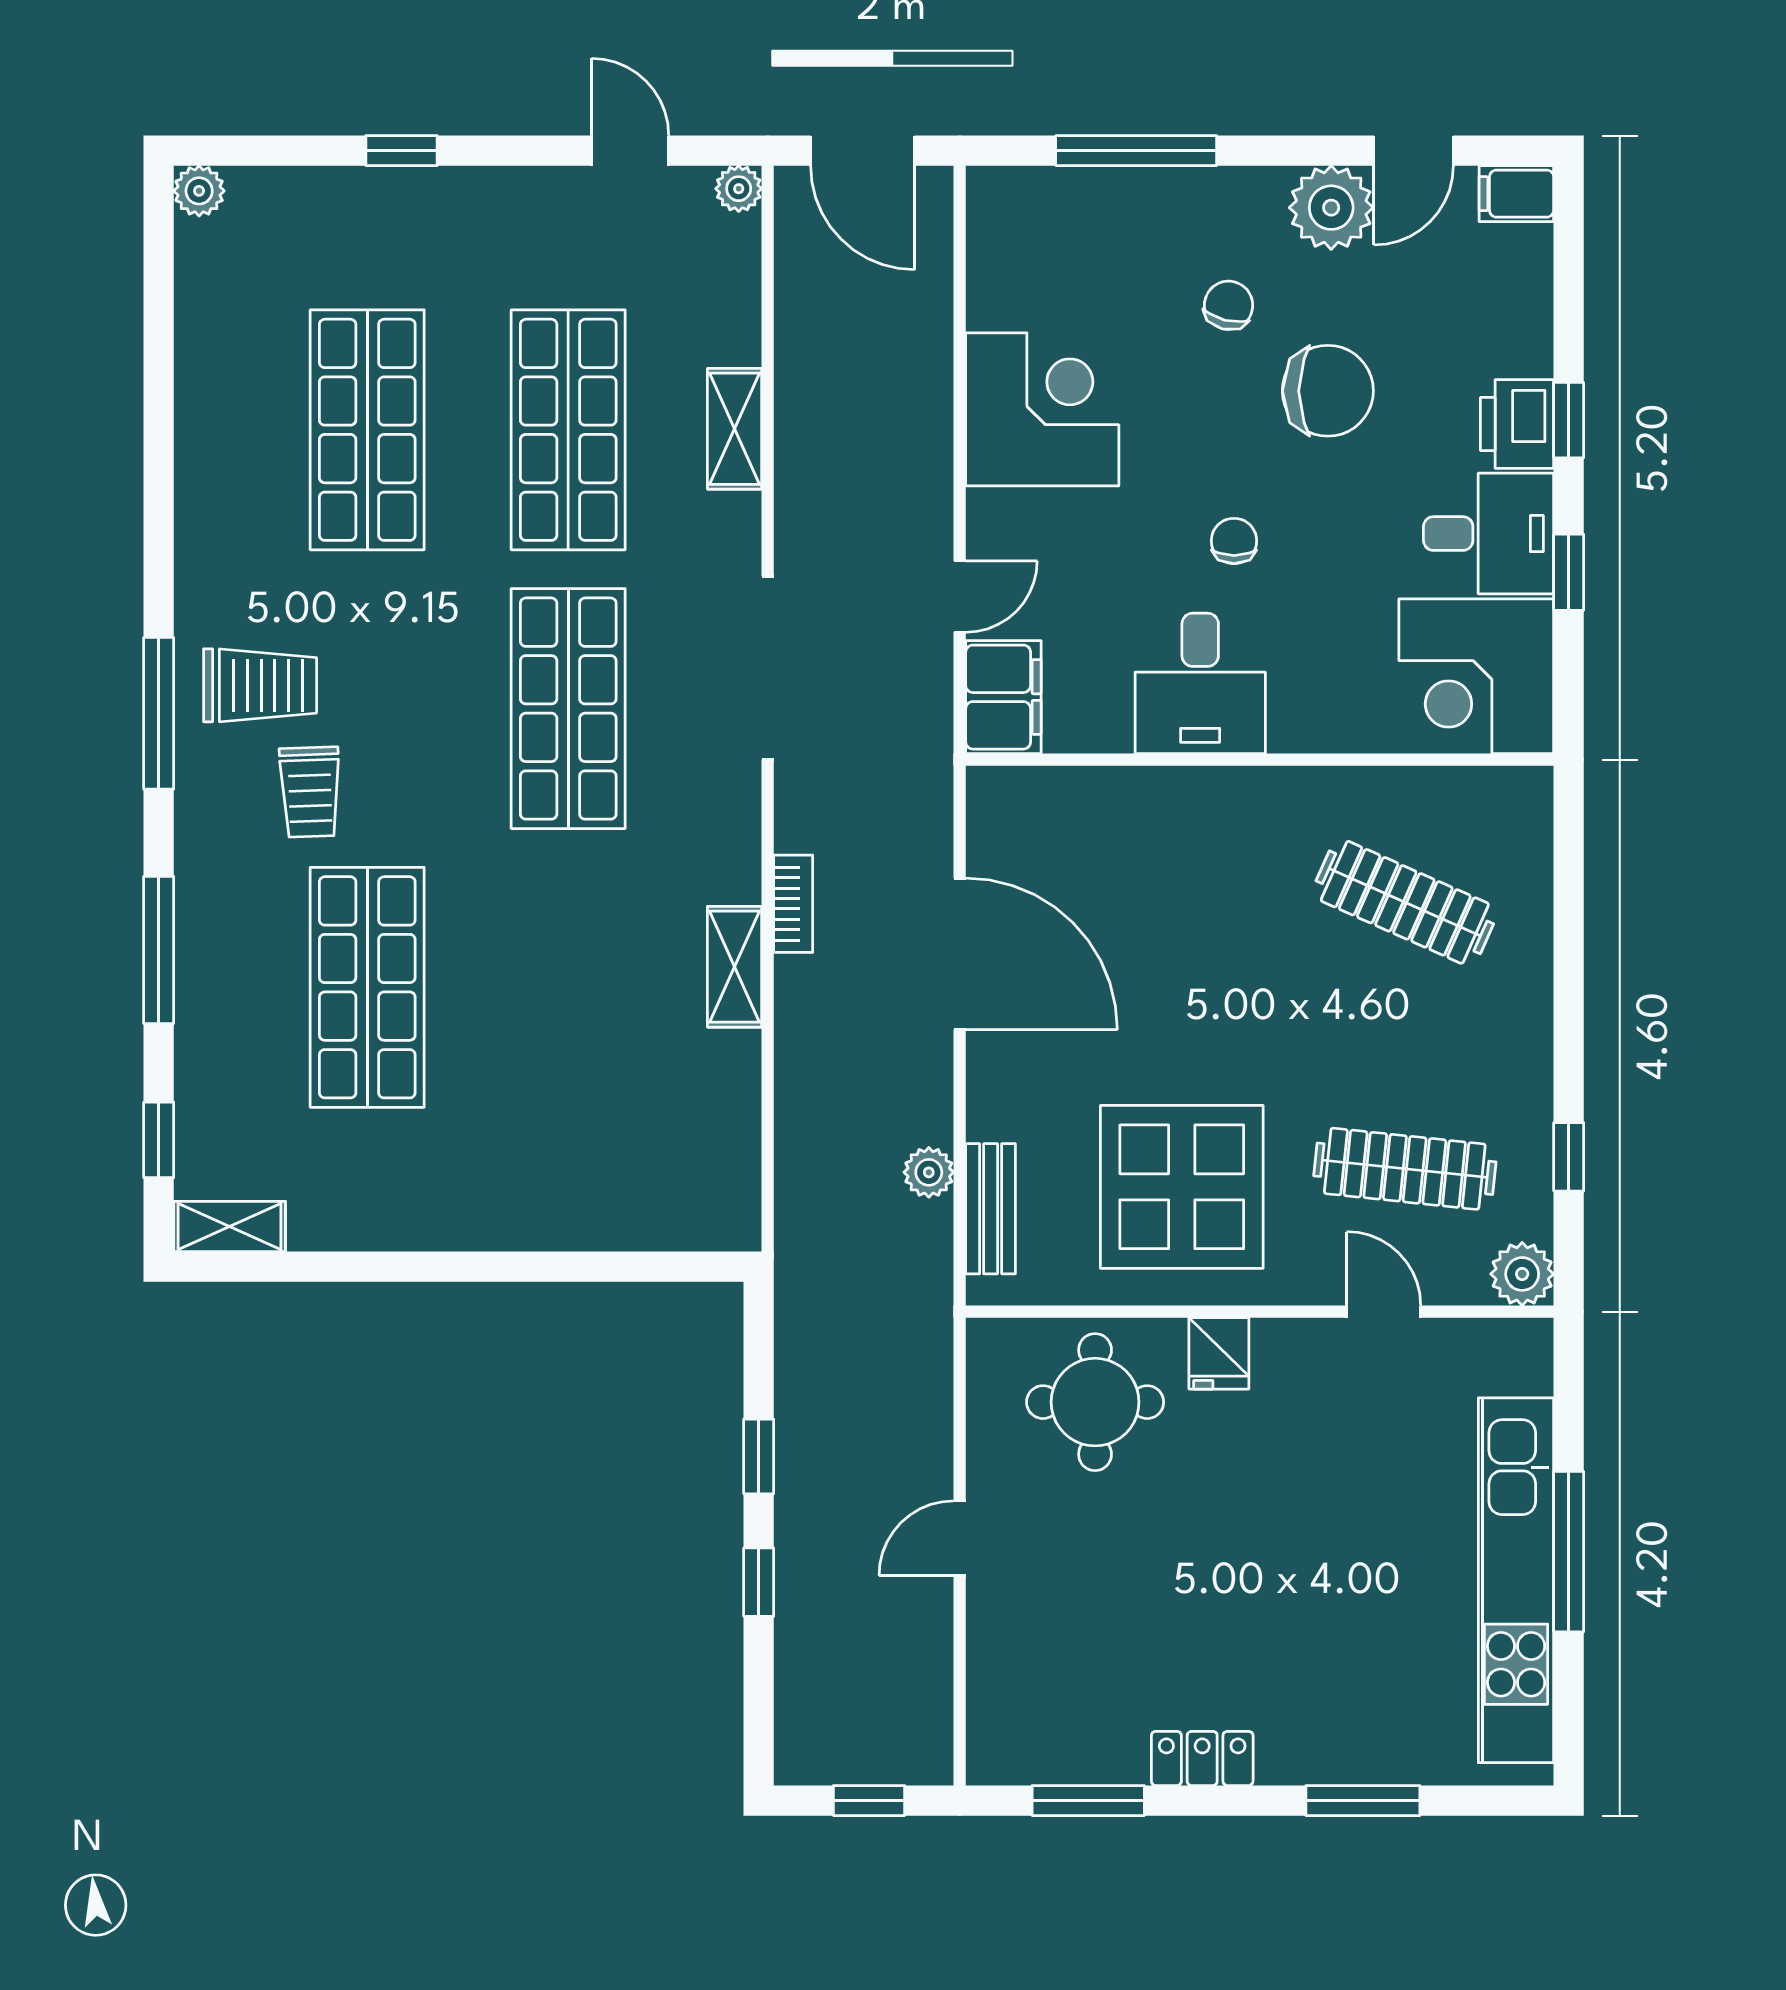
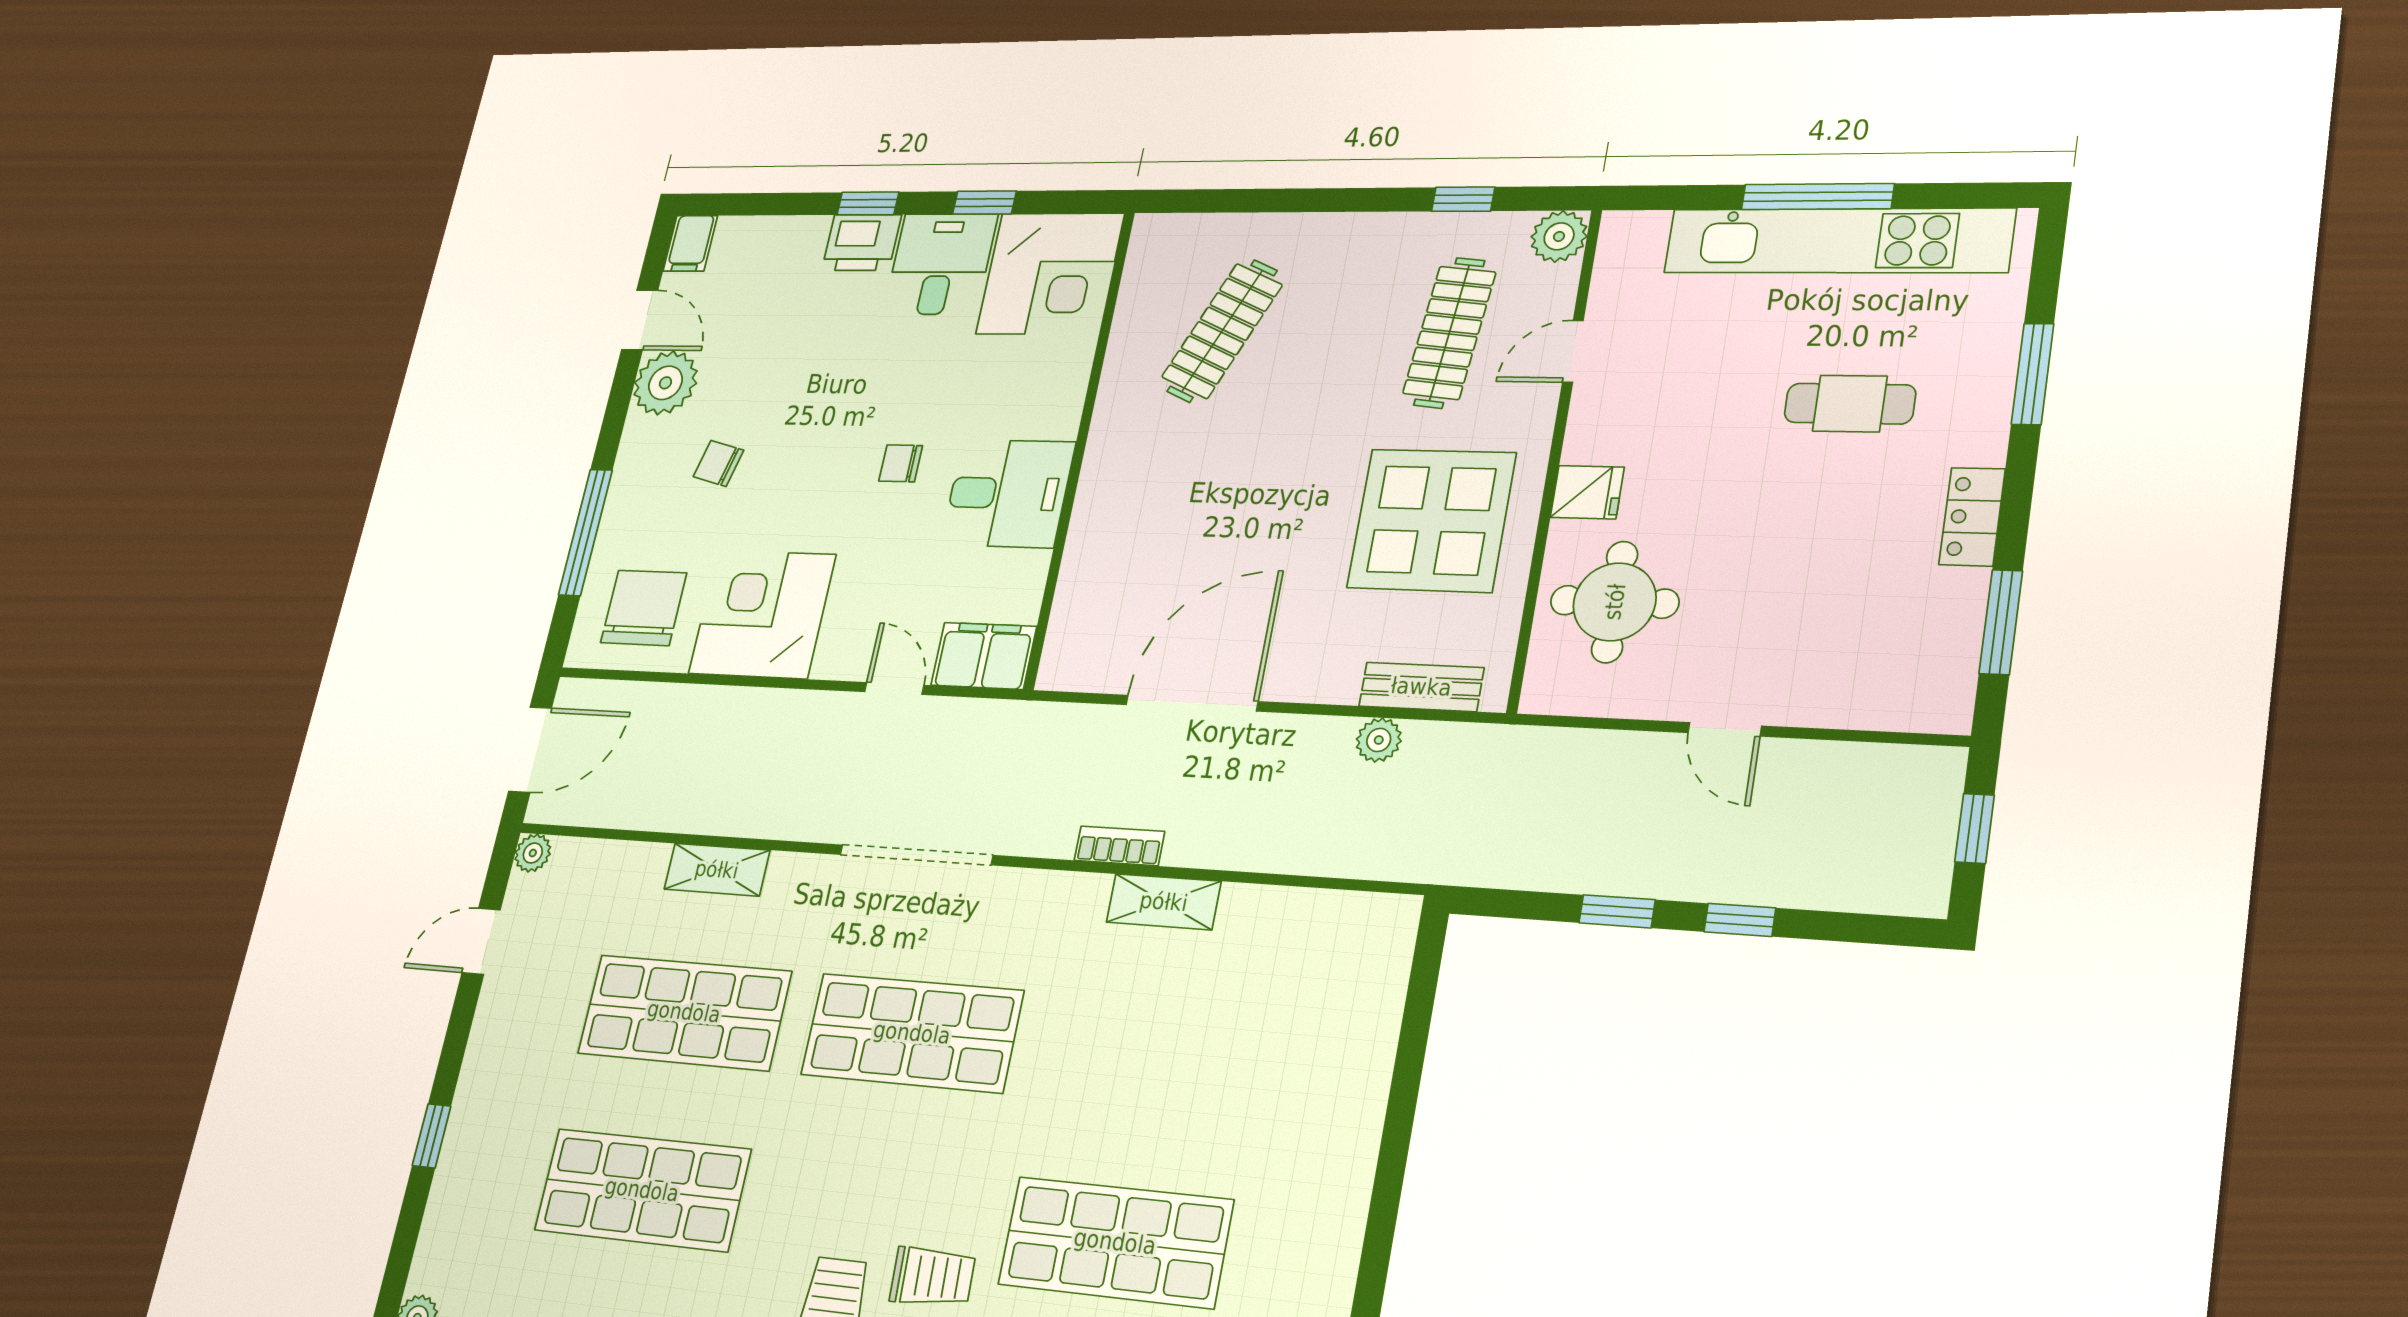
chair: (1328, 391) -> (644, 608), moved
cafe table: (1326, 1618) -> (1850, 404), added

